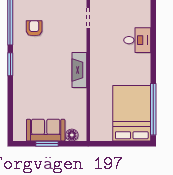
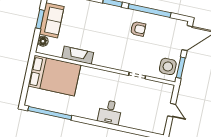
fireplace: (79, 70) -> (78, 55), moved
bed: (132, 113) -> (54, 76), moved

